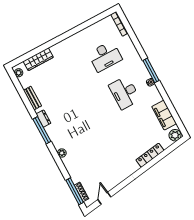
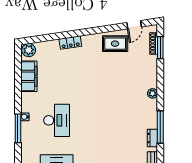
locker: (150, 155) -> (70, 43), width x0.66
rug: (111, 176) -> (115, 44), added
window: (75, 191) -> (160, 48), width x0.69

